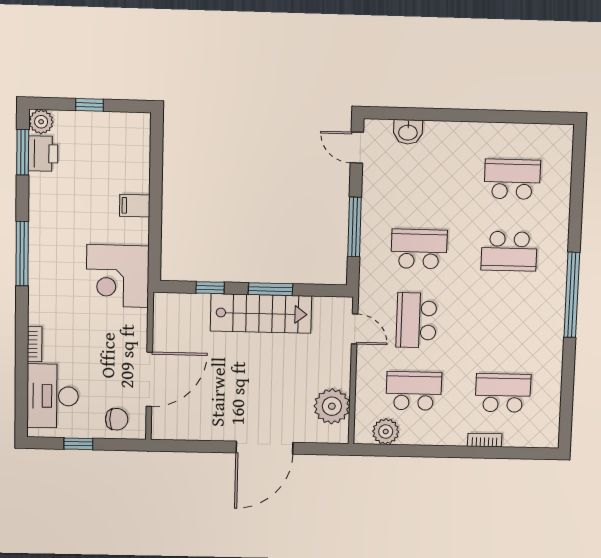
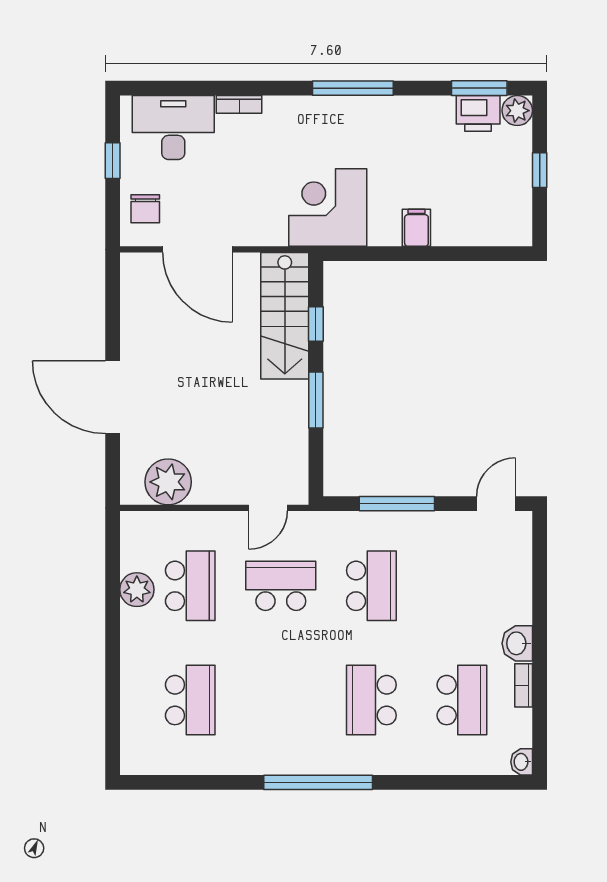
washbasin: (408, 132) -> (517, 643), moved
washbasin: (563, 133) -> (522, 762), added
stairs: (261, 313) -> (285, 316), moved
plant: (386, 432) -> (137, 590), moved
bookcase: (485, 440) -> (524, 685), moved, turned 180

